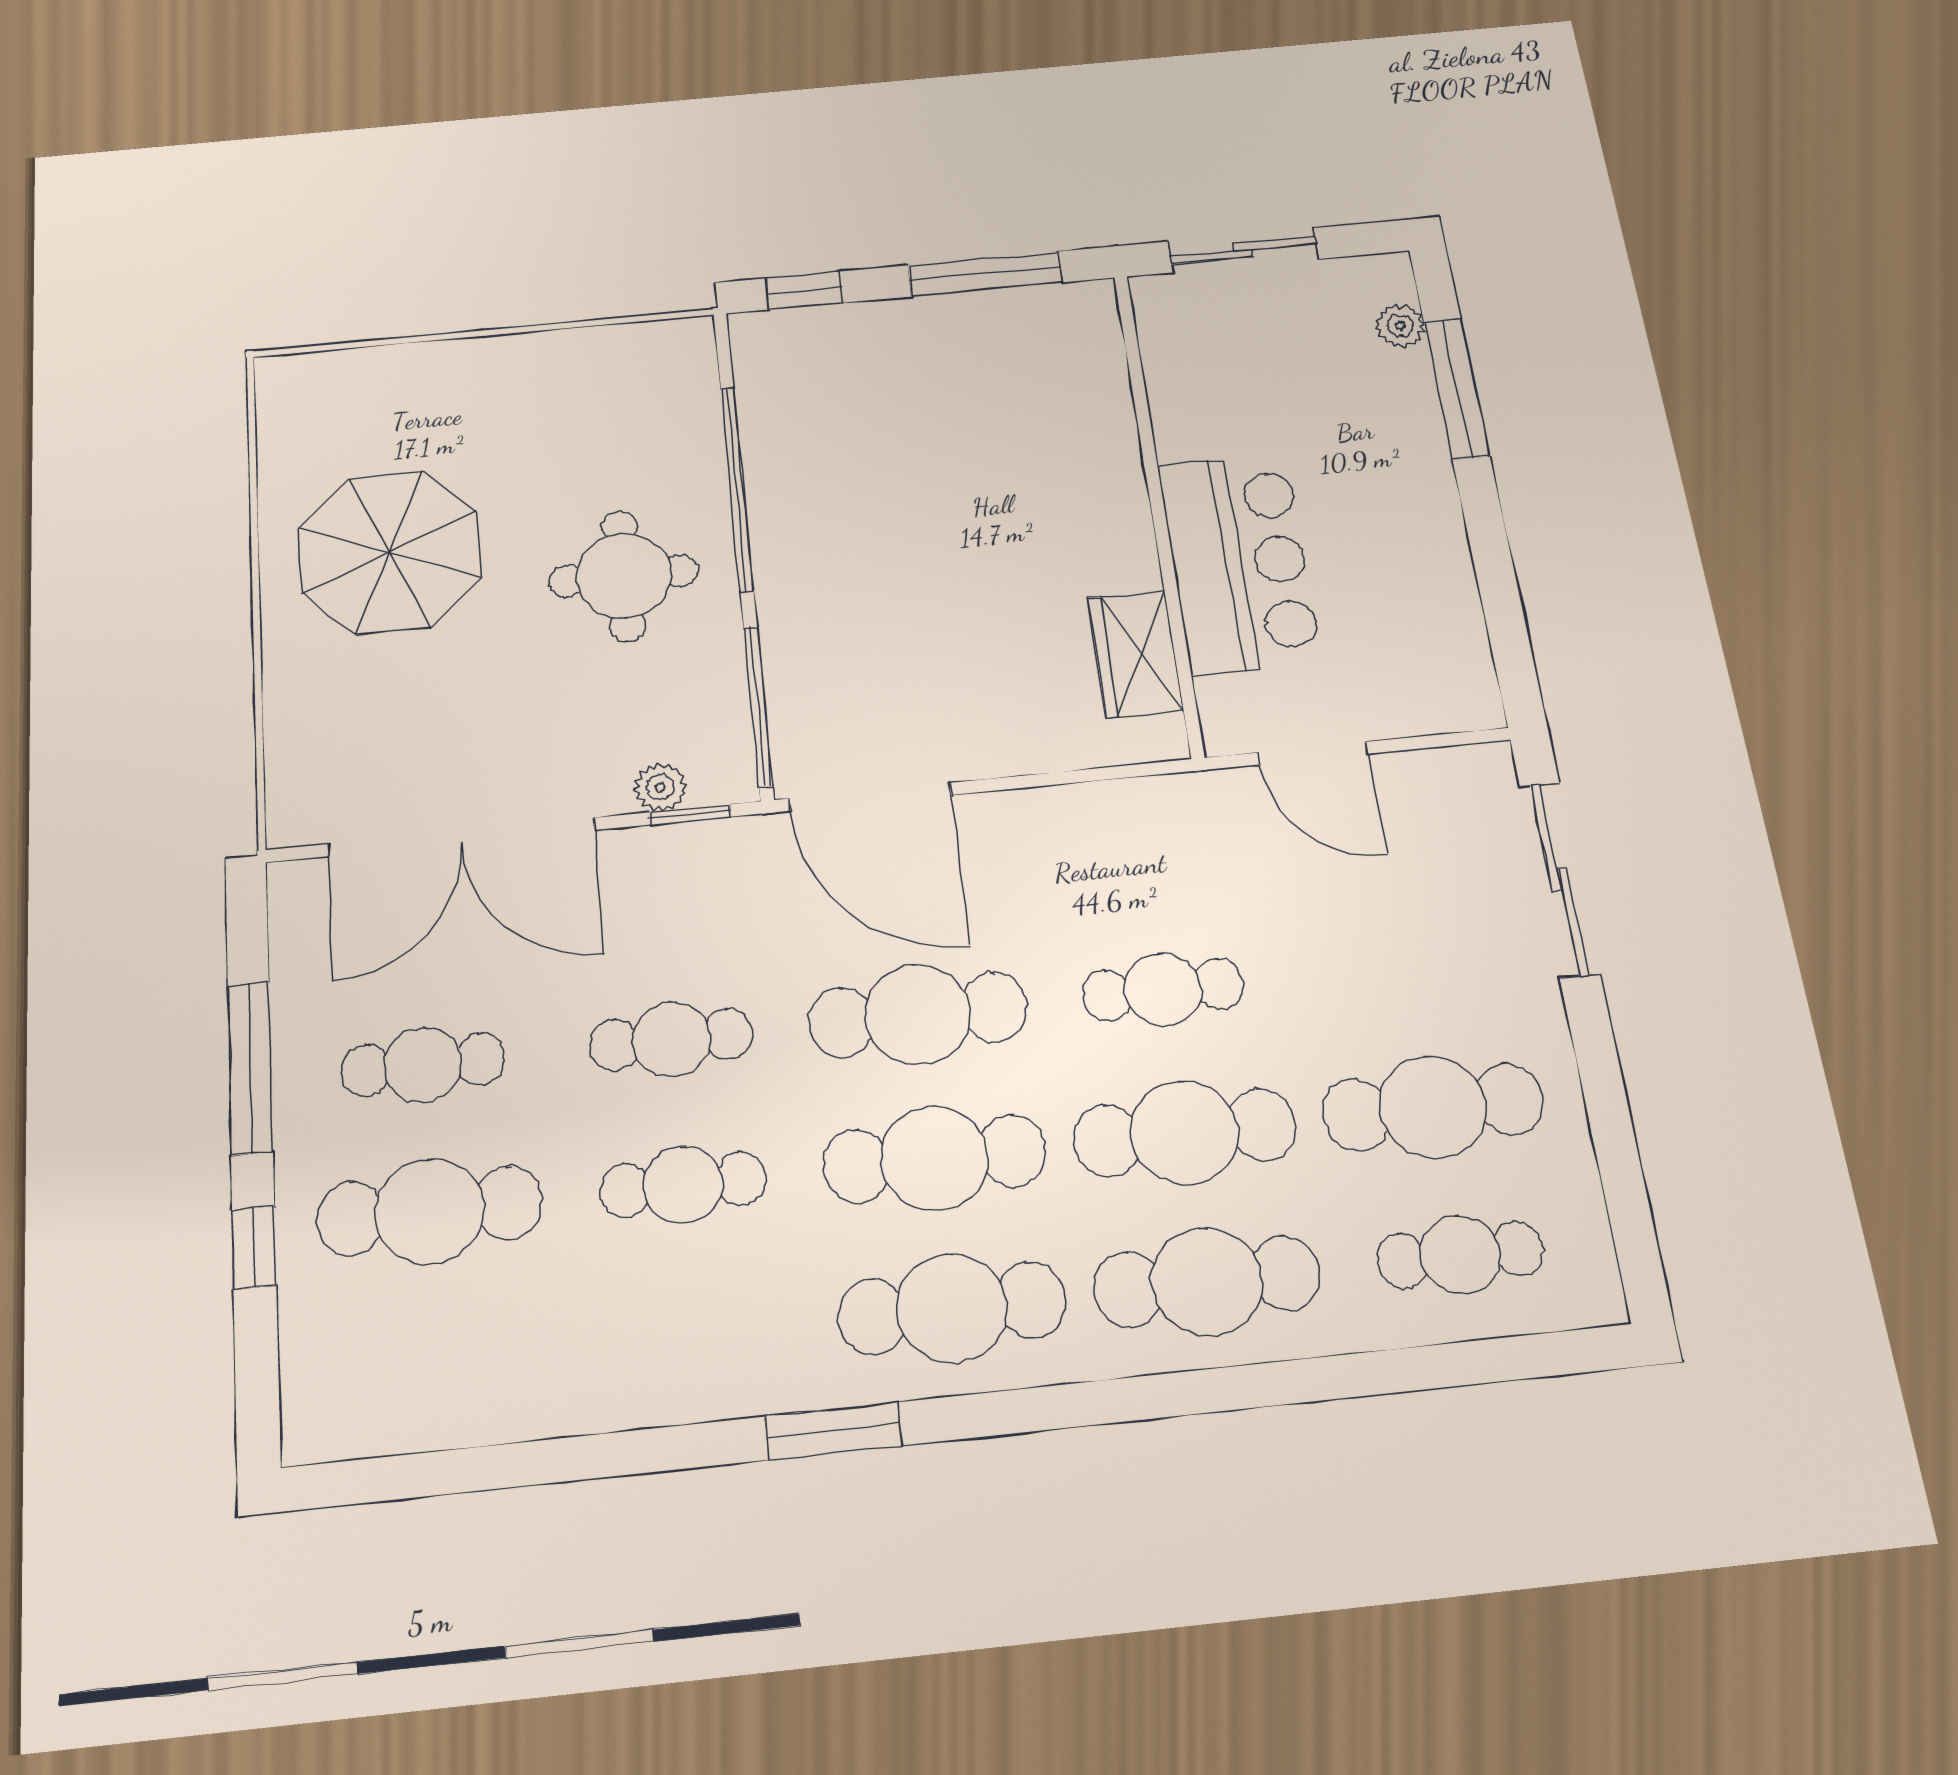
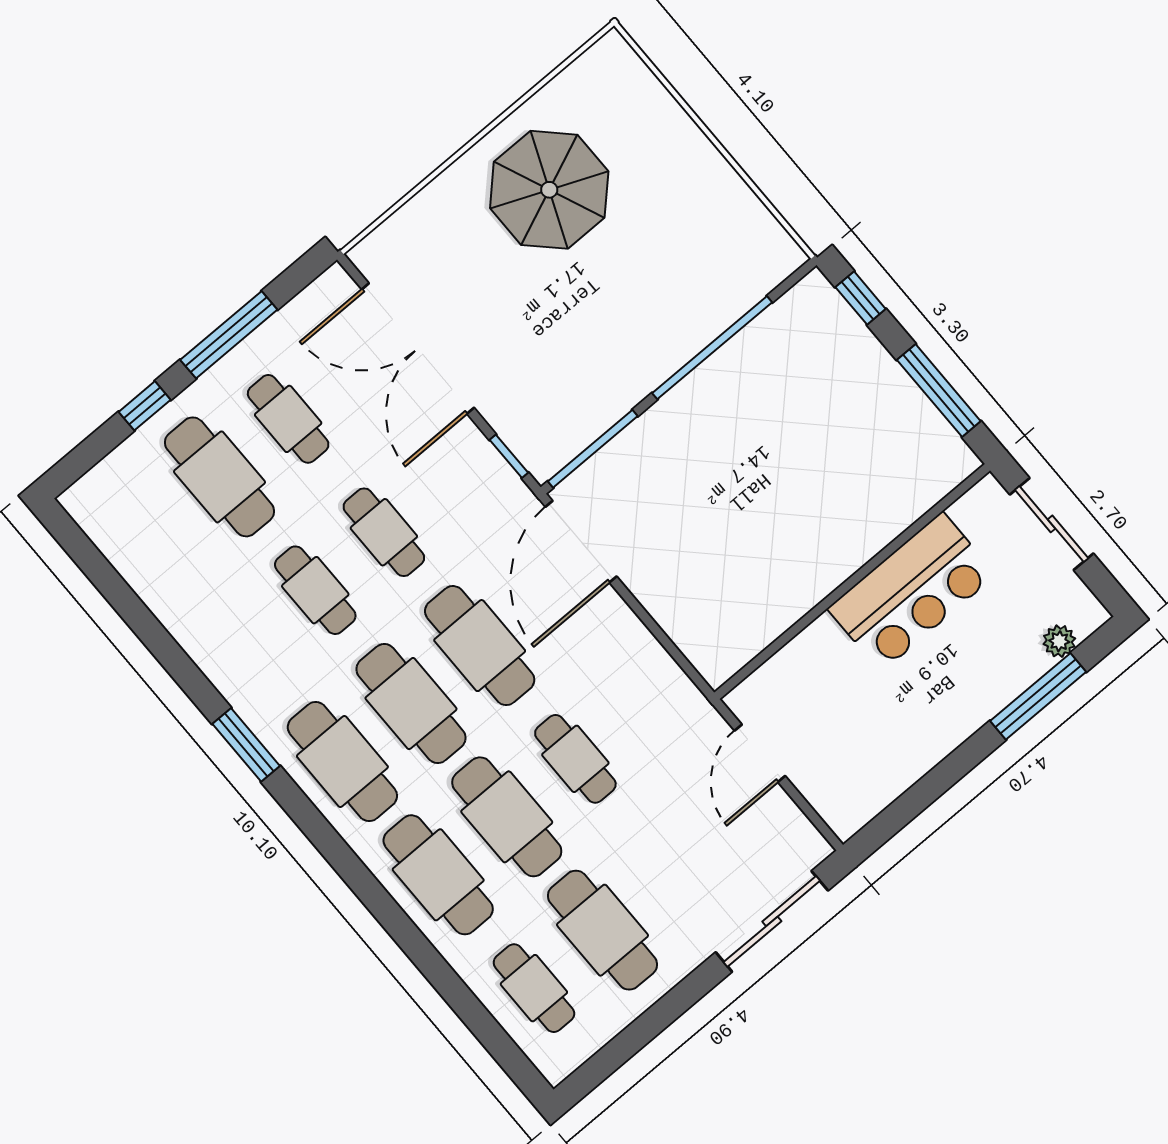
bar counter: (1239, 563) -> (912, 592), moved
round table: (624, 576) -> (620, 324), removed
wardrobe: (1136, 654) -> (756, 625), removed
plant: (660, 787) -> (513, 430), removed

